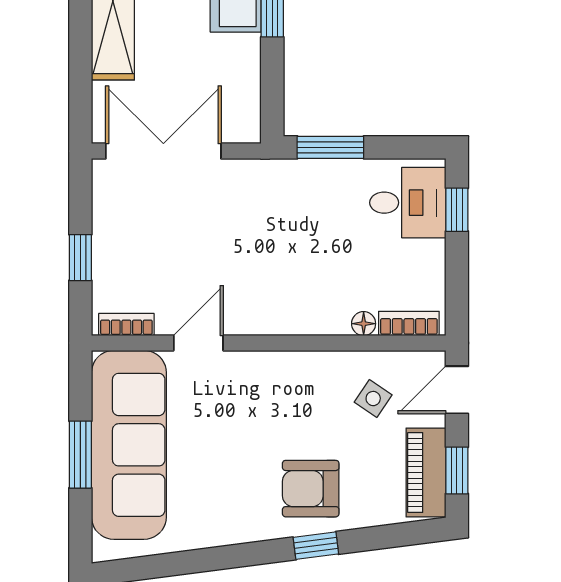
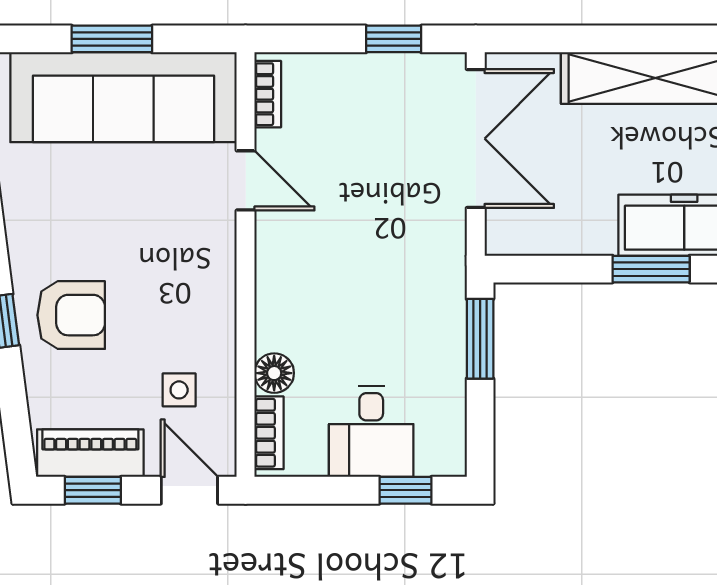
desk: (408, 203) -> (371, 431), moved
window: (80, 258) -> (394, 39), moved
floor lamp: (364, 324) -> (274, 373), width x1.37, depth x1.37
side table: (373, 399) -> (179, 390), turned -34
armchair: (311, 489) -> (71, 315), turned 90

